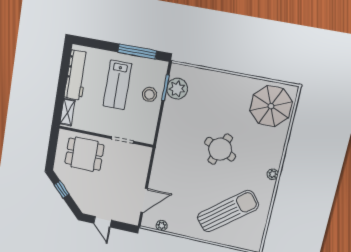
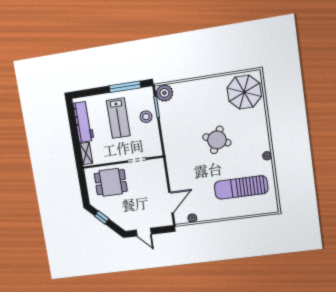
plant: (177, 89) -> (164, 93), moved
plant: (273, 174) -> (267, 156), moved
sun lounger: (228, 211) -> (241, 187), turned -141

